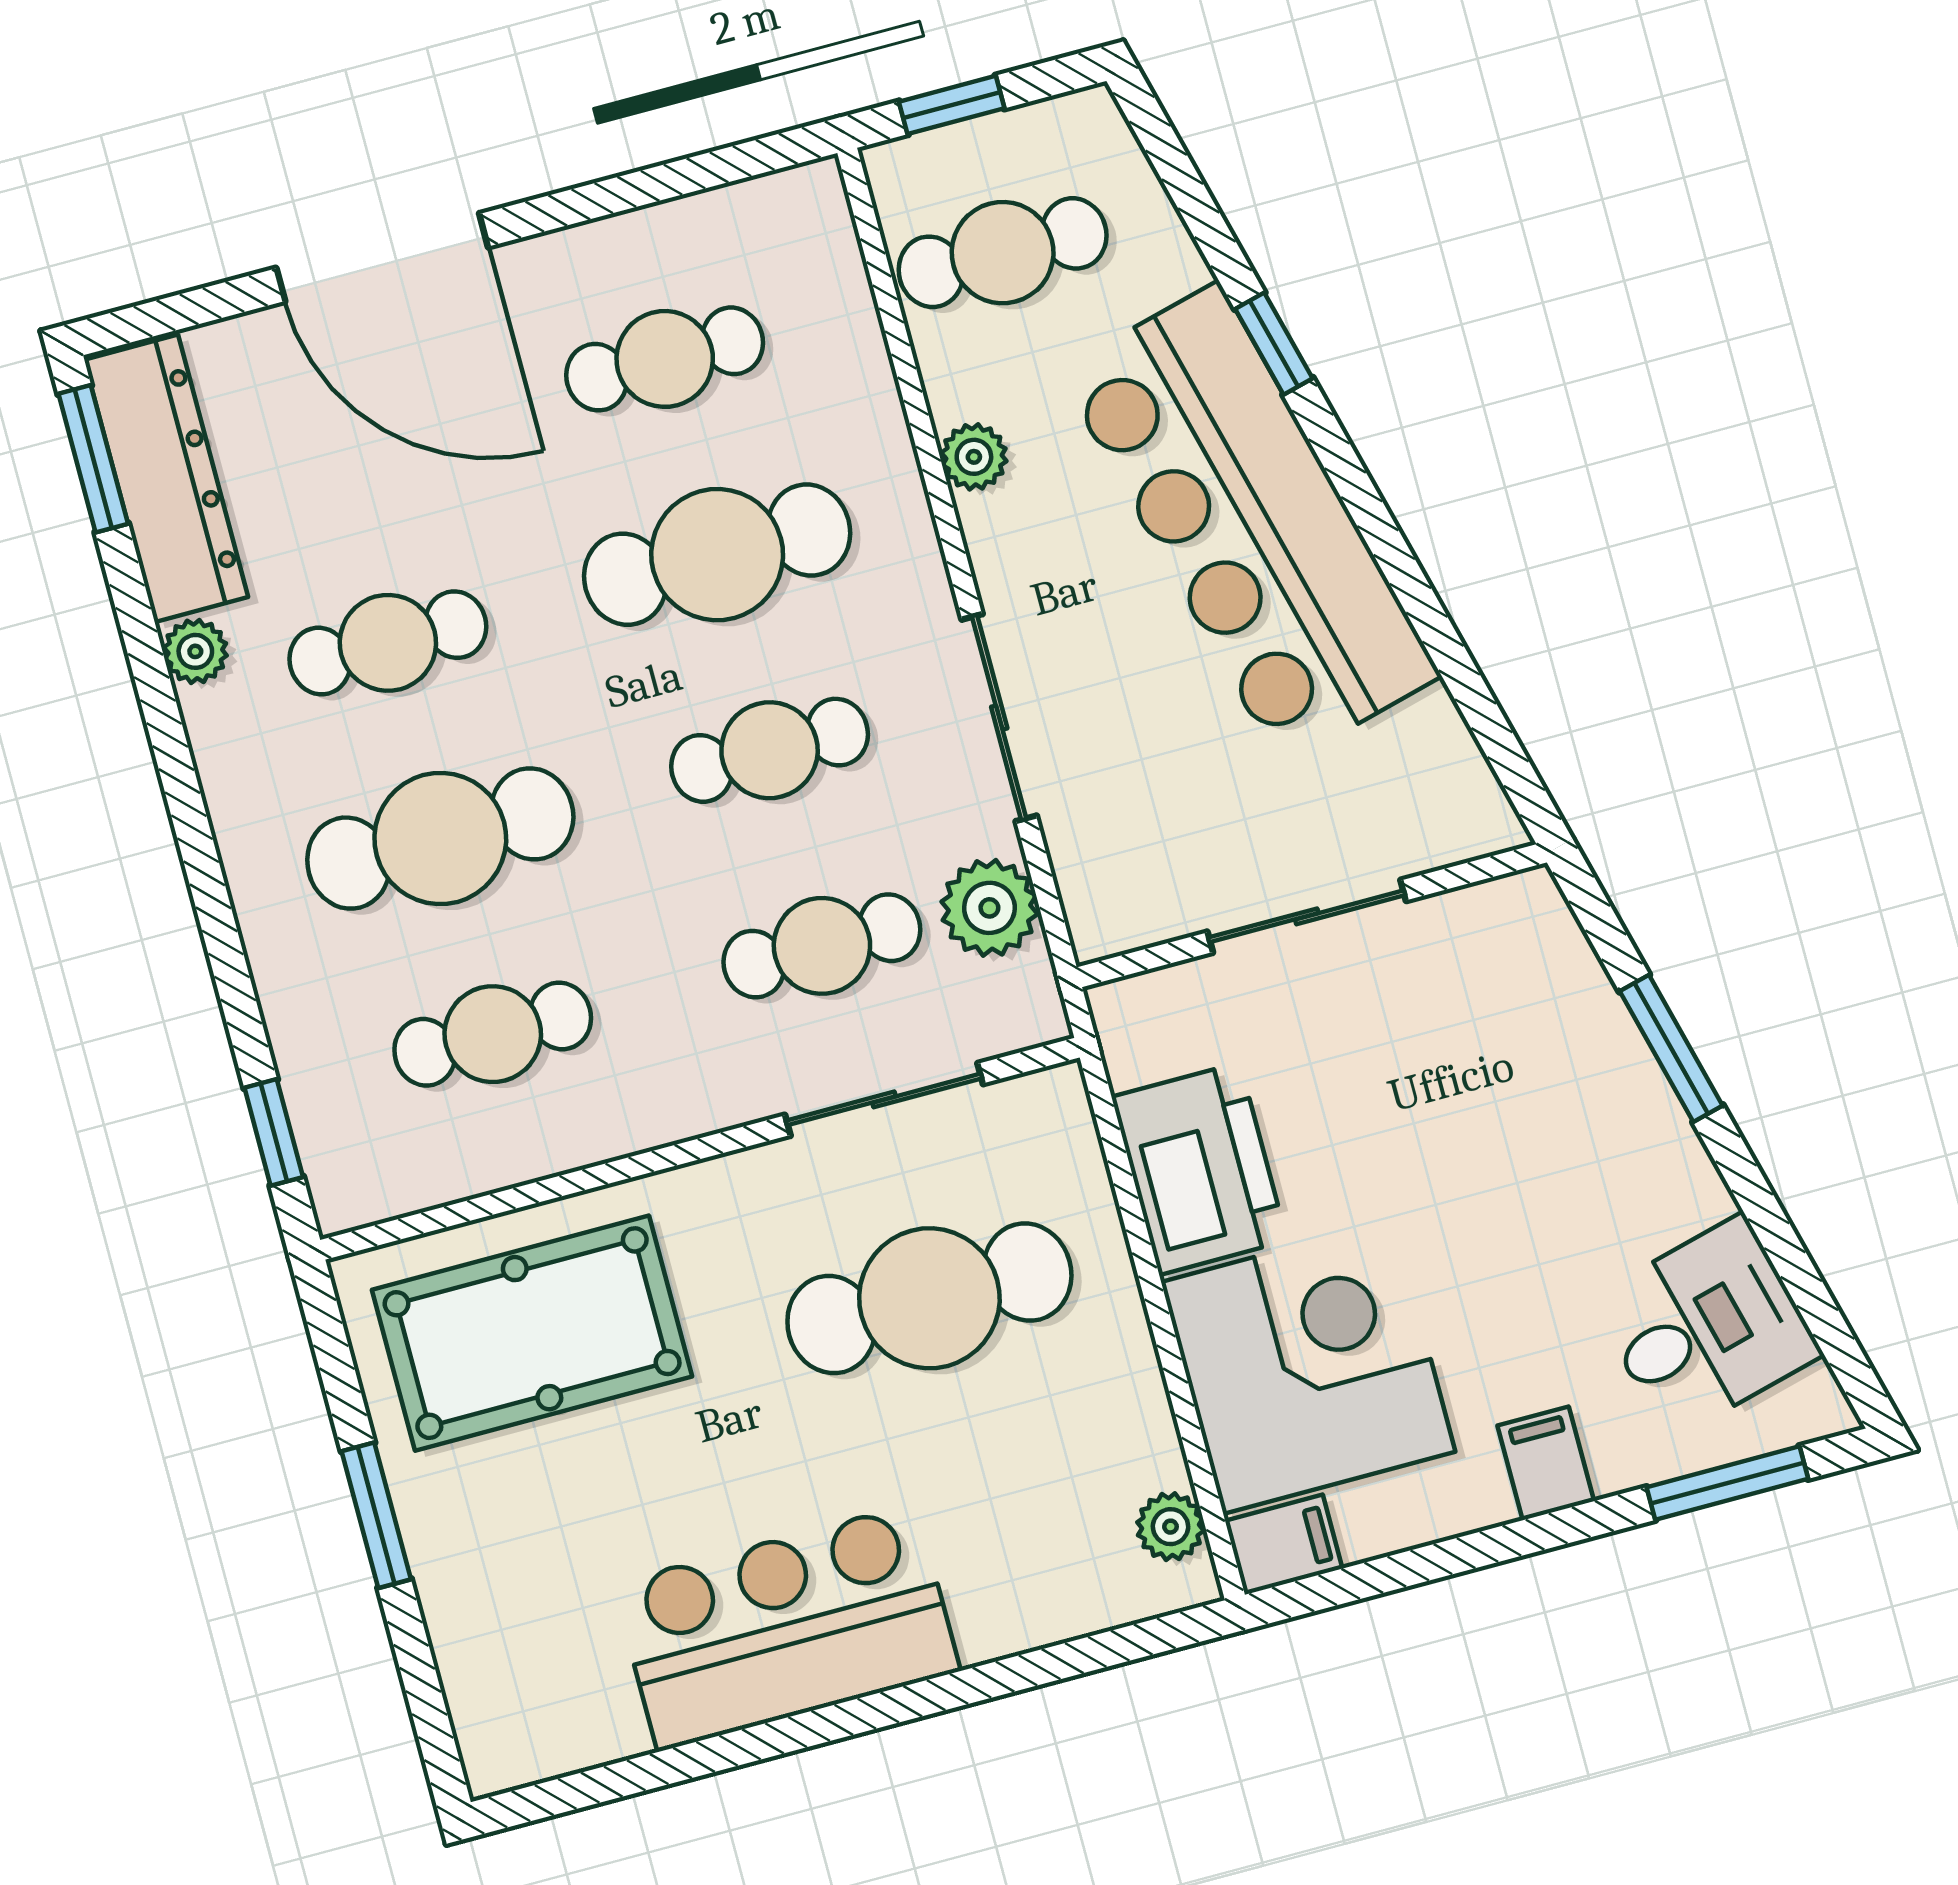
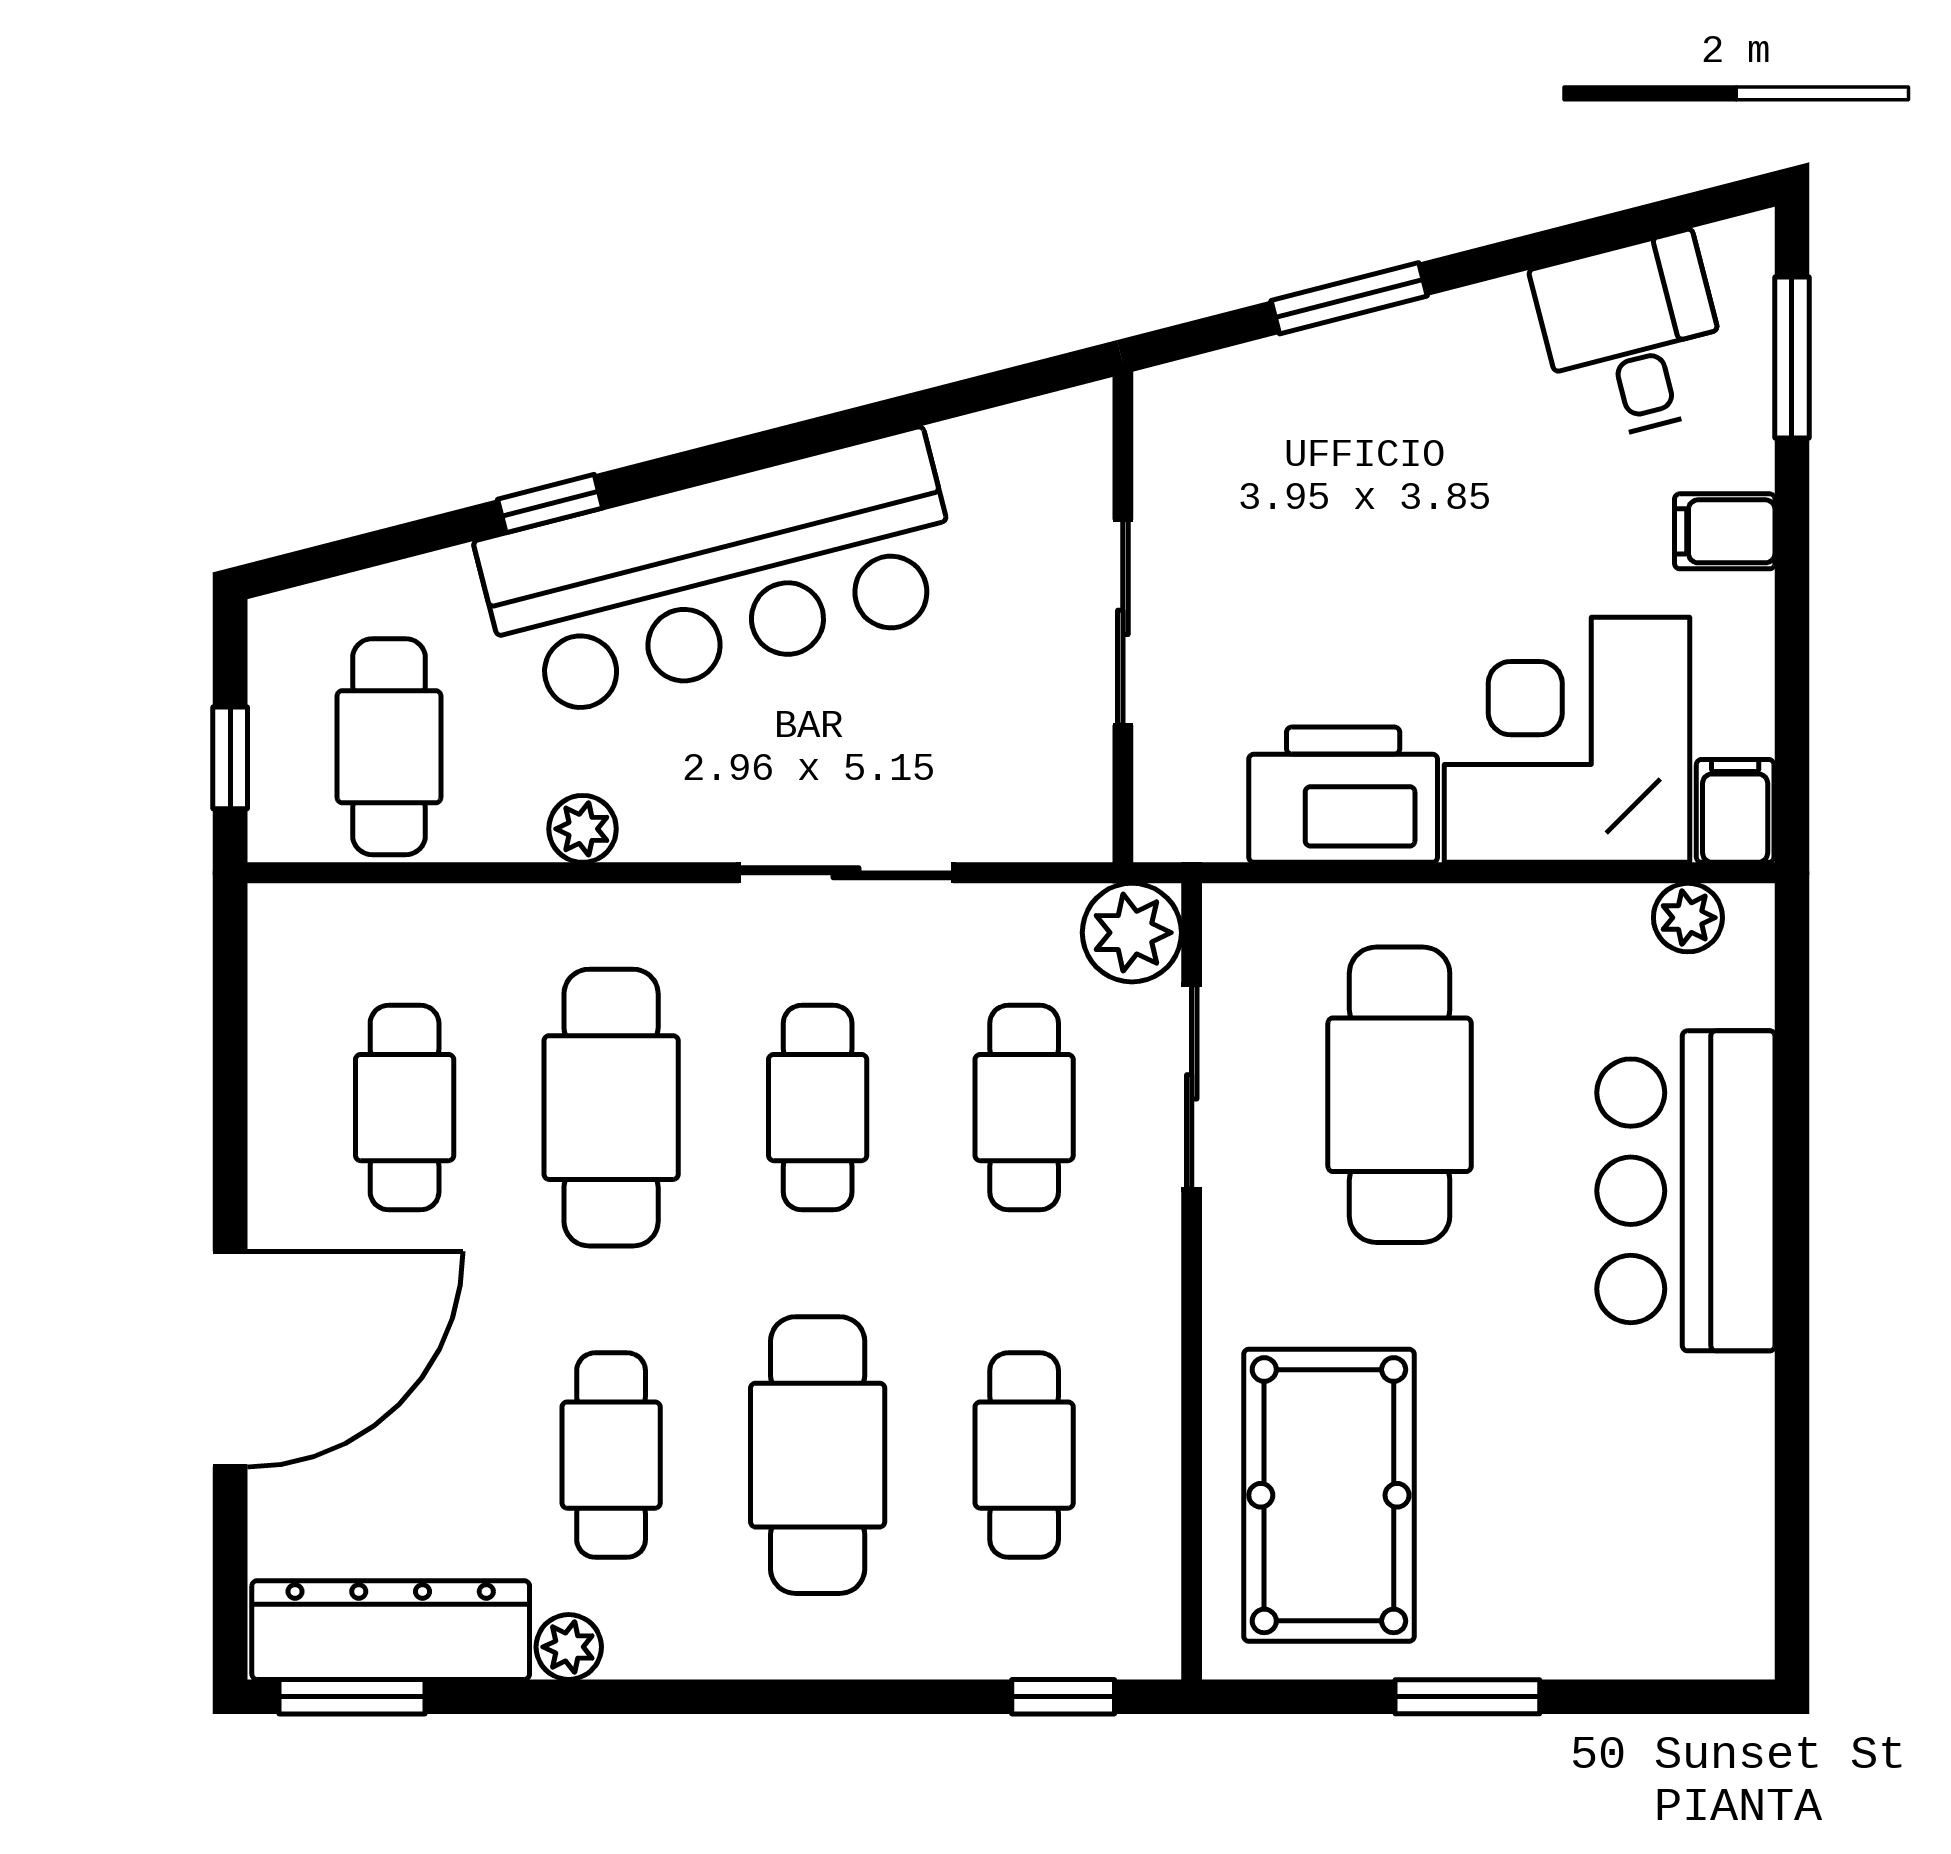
plant: (989, 908) -> (1132, 933), moved
bar counter: (787, 1627) -> (1686, 1191), moved

